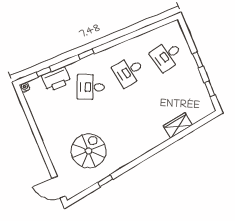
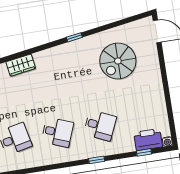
desk: (129, 71) -> (57, 132), turned 30
printer: (56, 79) -> (148, 140), moved
window: (105, 181) -> (74, 37), moved

